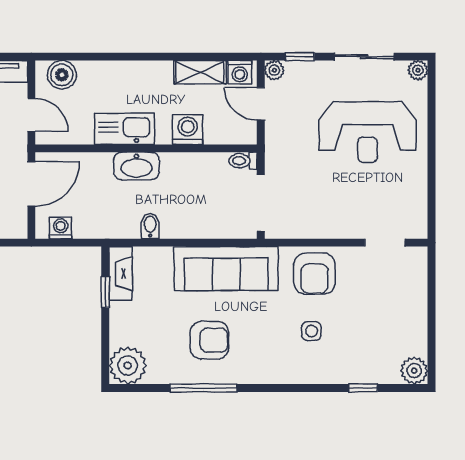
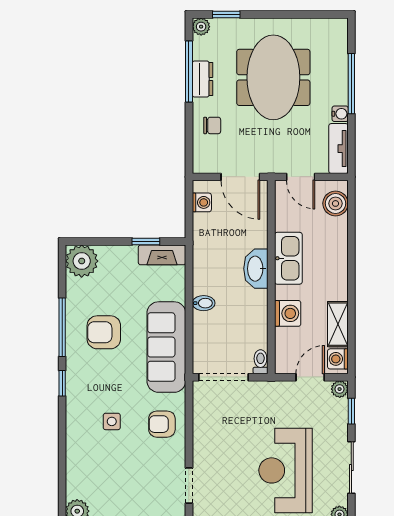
door: (31, 115) -> (301, 177), hinge flipped
bidet: (150, 226) -> (204, 303), moved
armchair: (314, 274) -> (162, 424), width x0.72, depth x0.72
armchair: (209, 340) -> (104, 332), turned 90
window: (363, 388) -> (62, 383), moved

